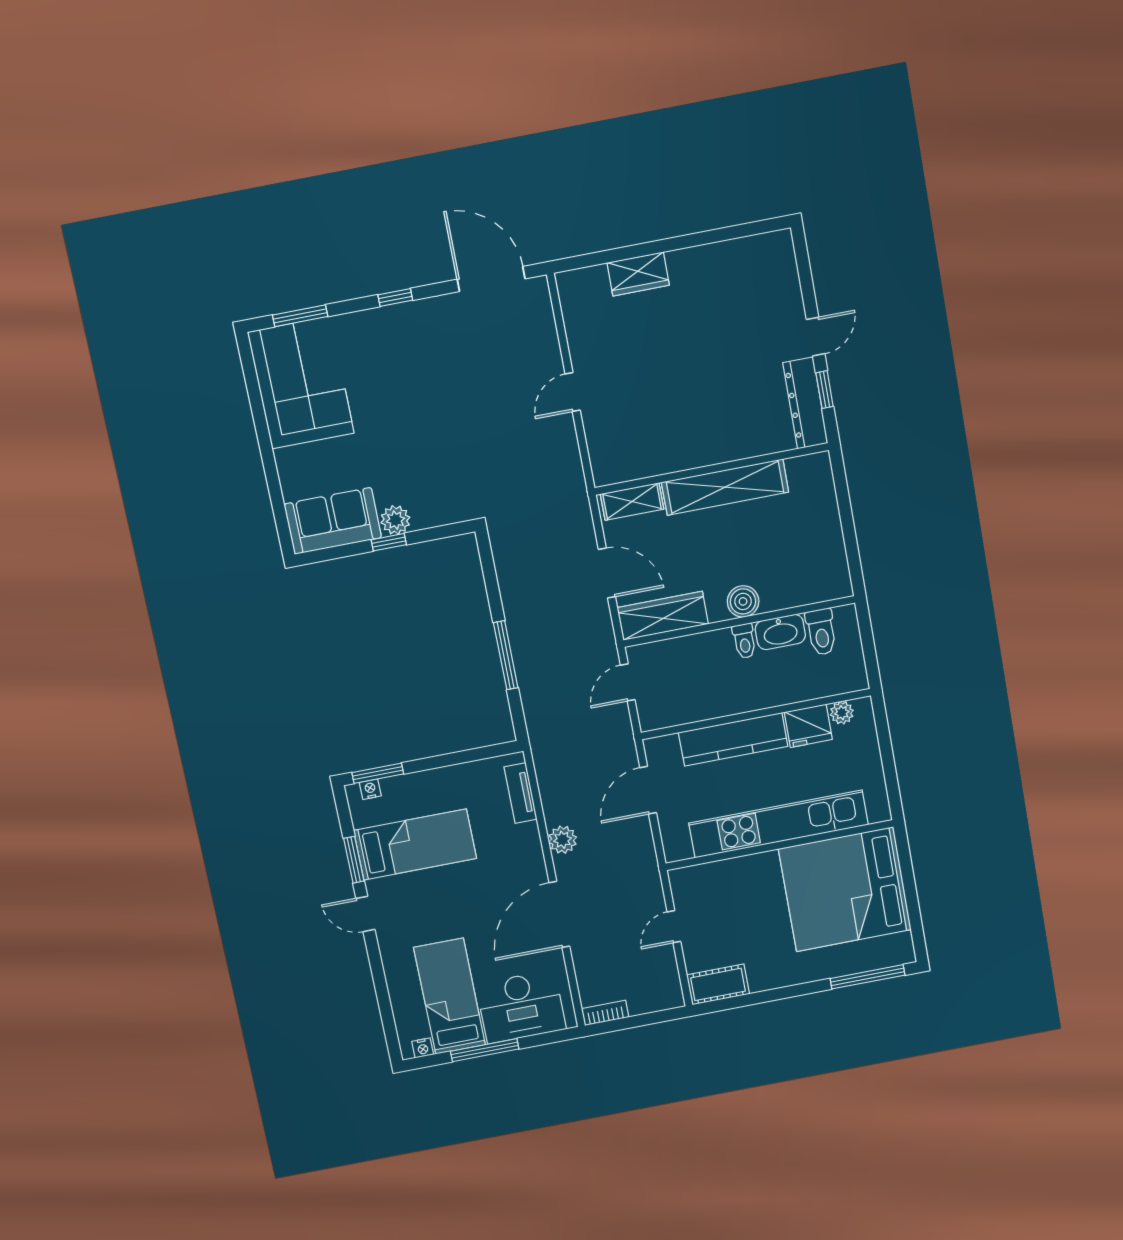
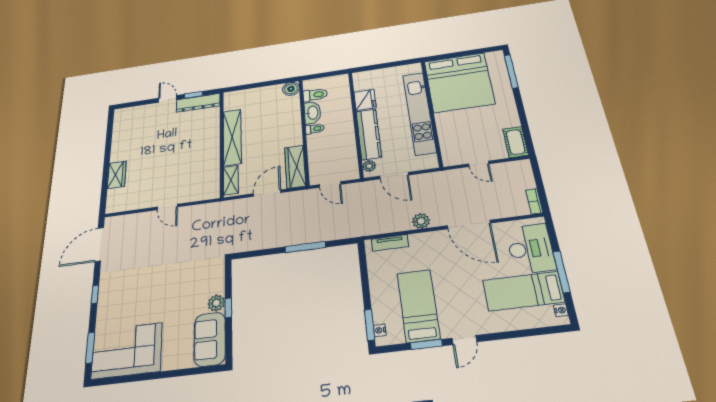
boiler: (743, 601) -> (291, 89), moved
plant: (842, 713) -> (369, 166), moved

